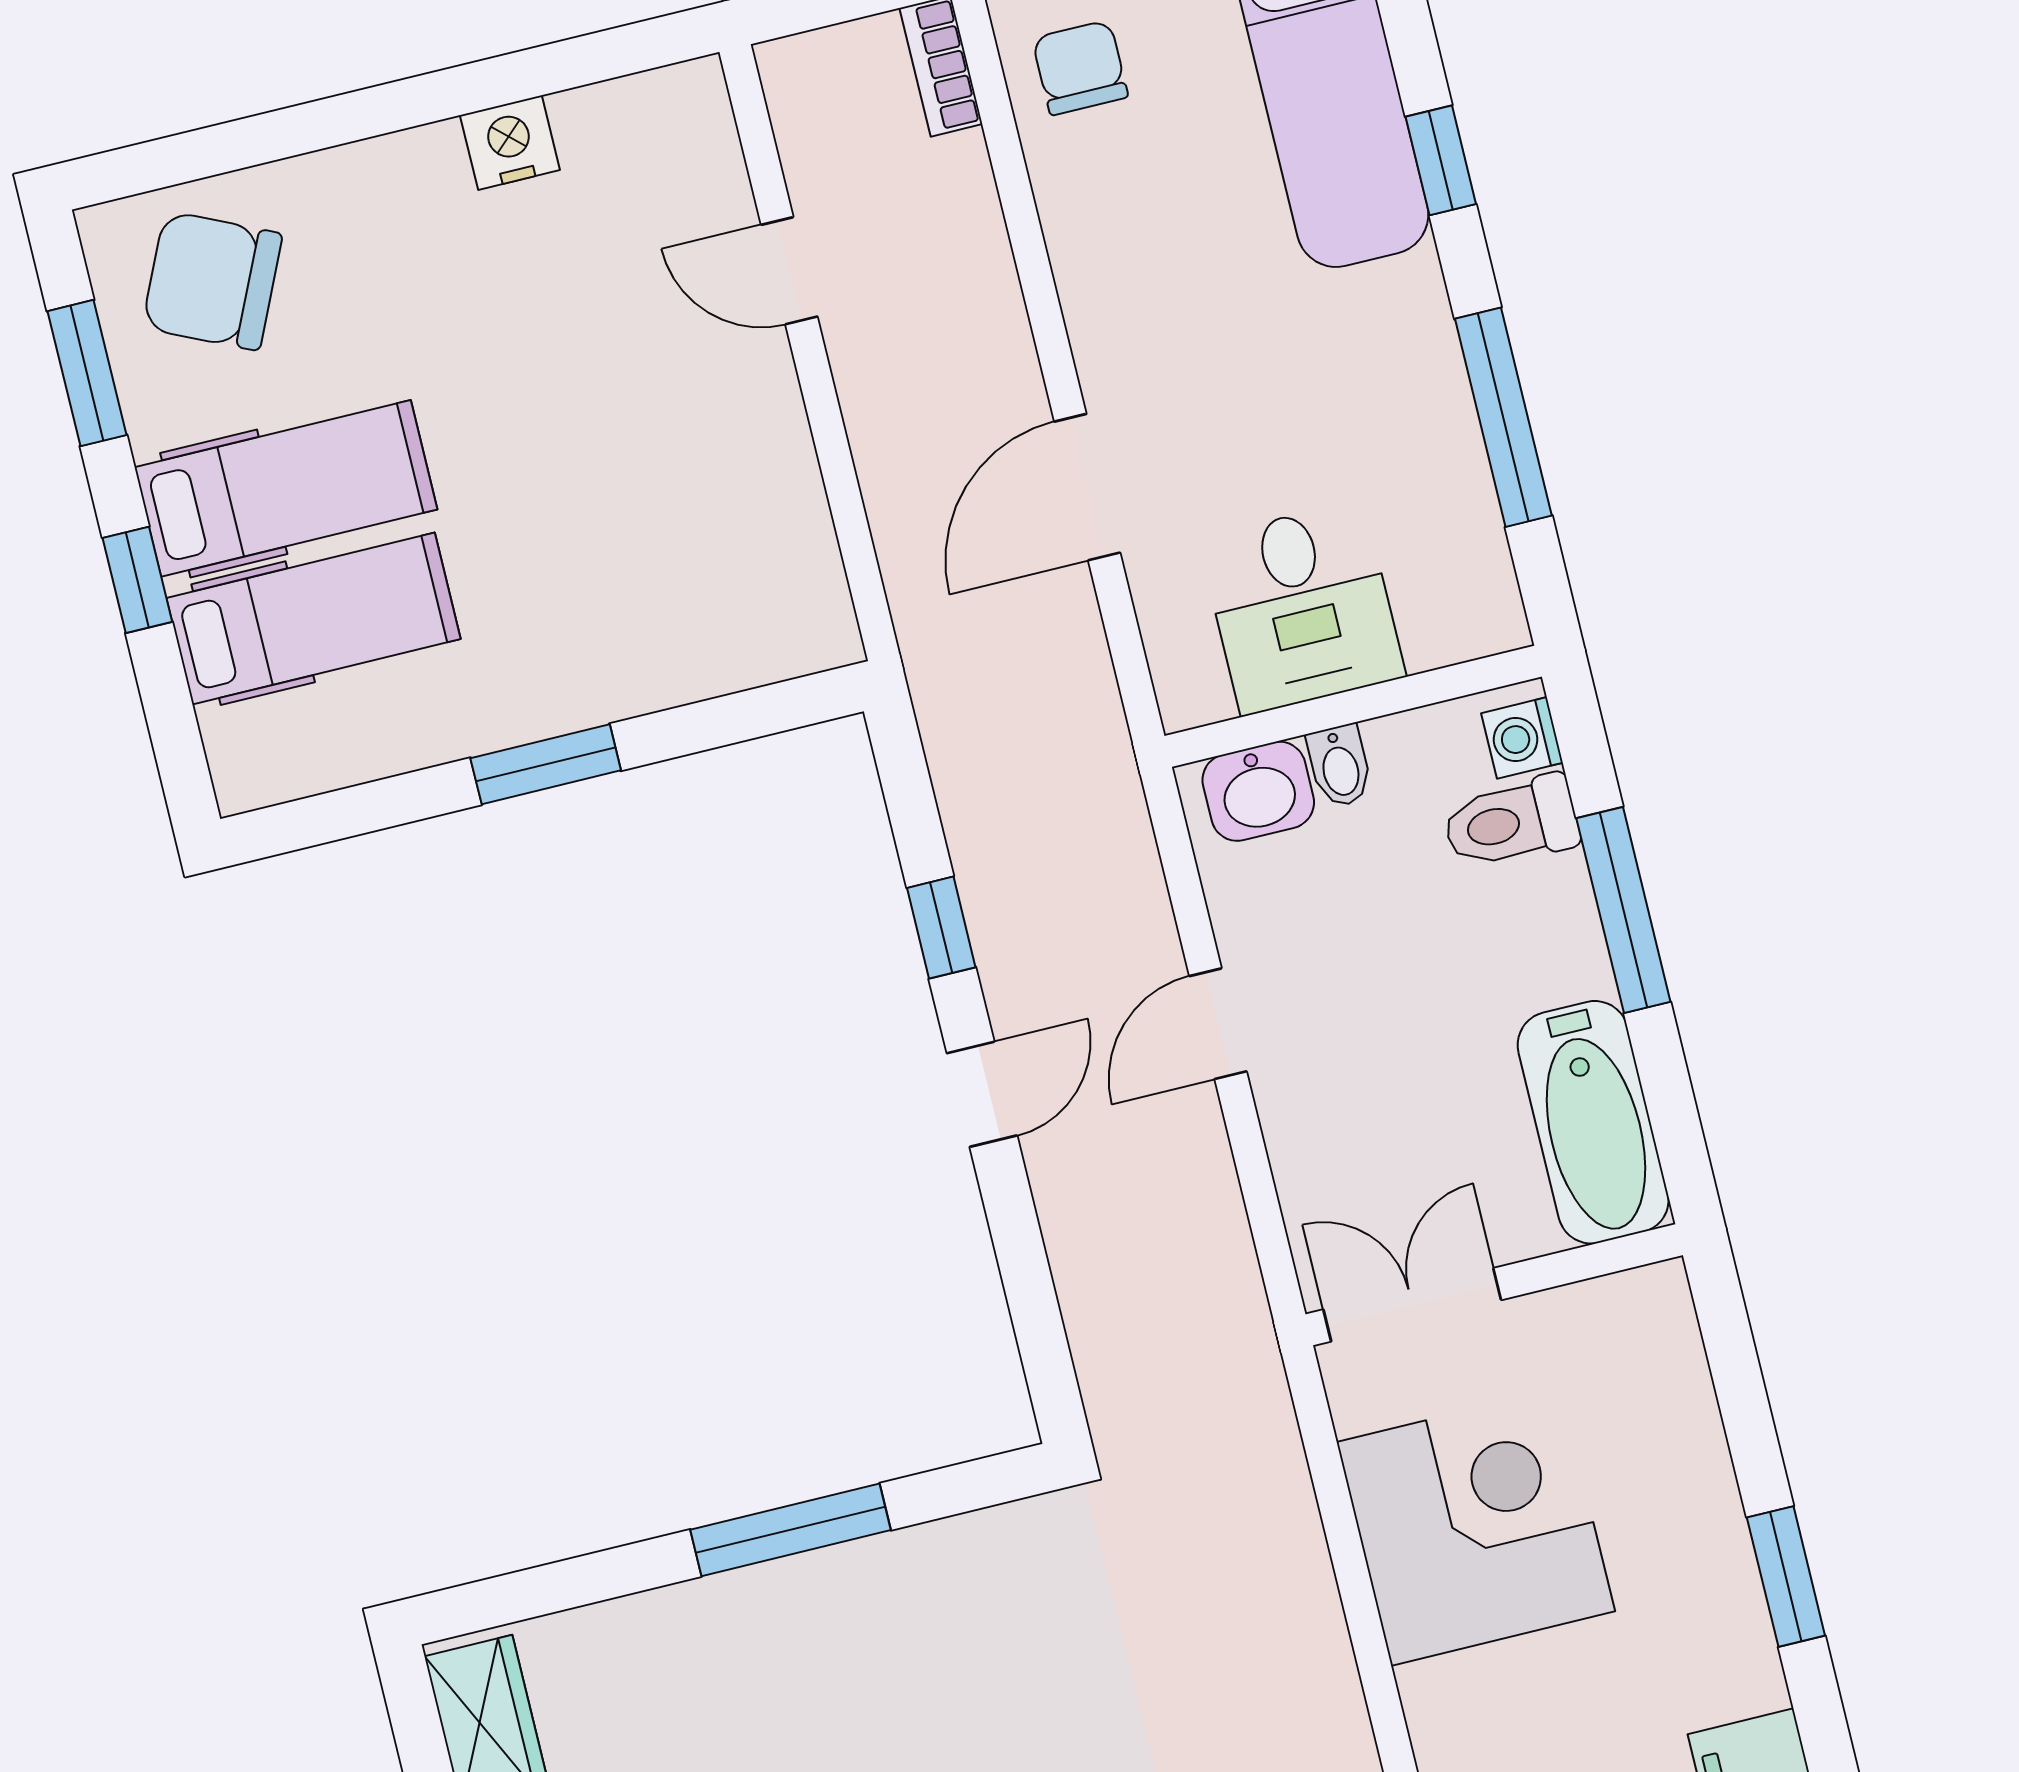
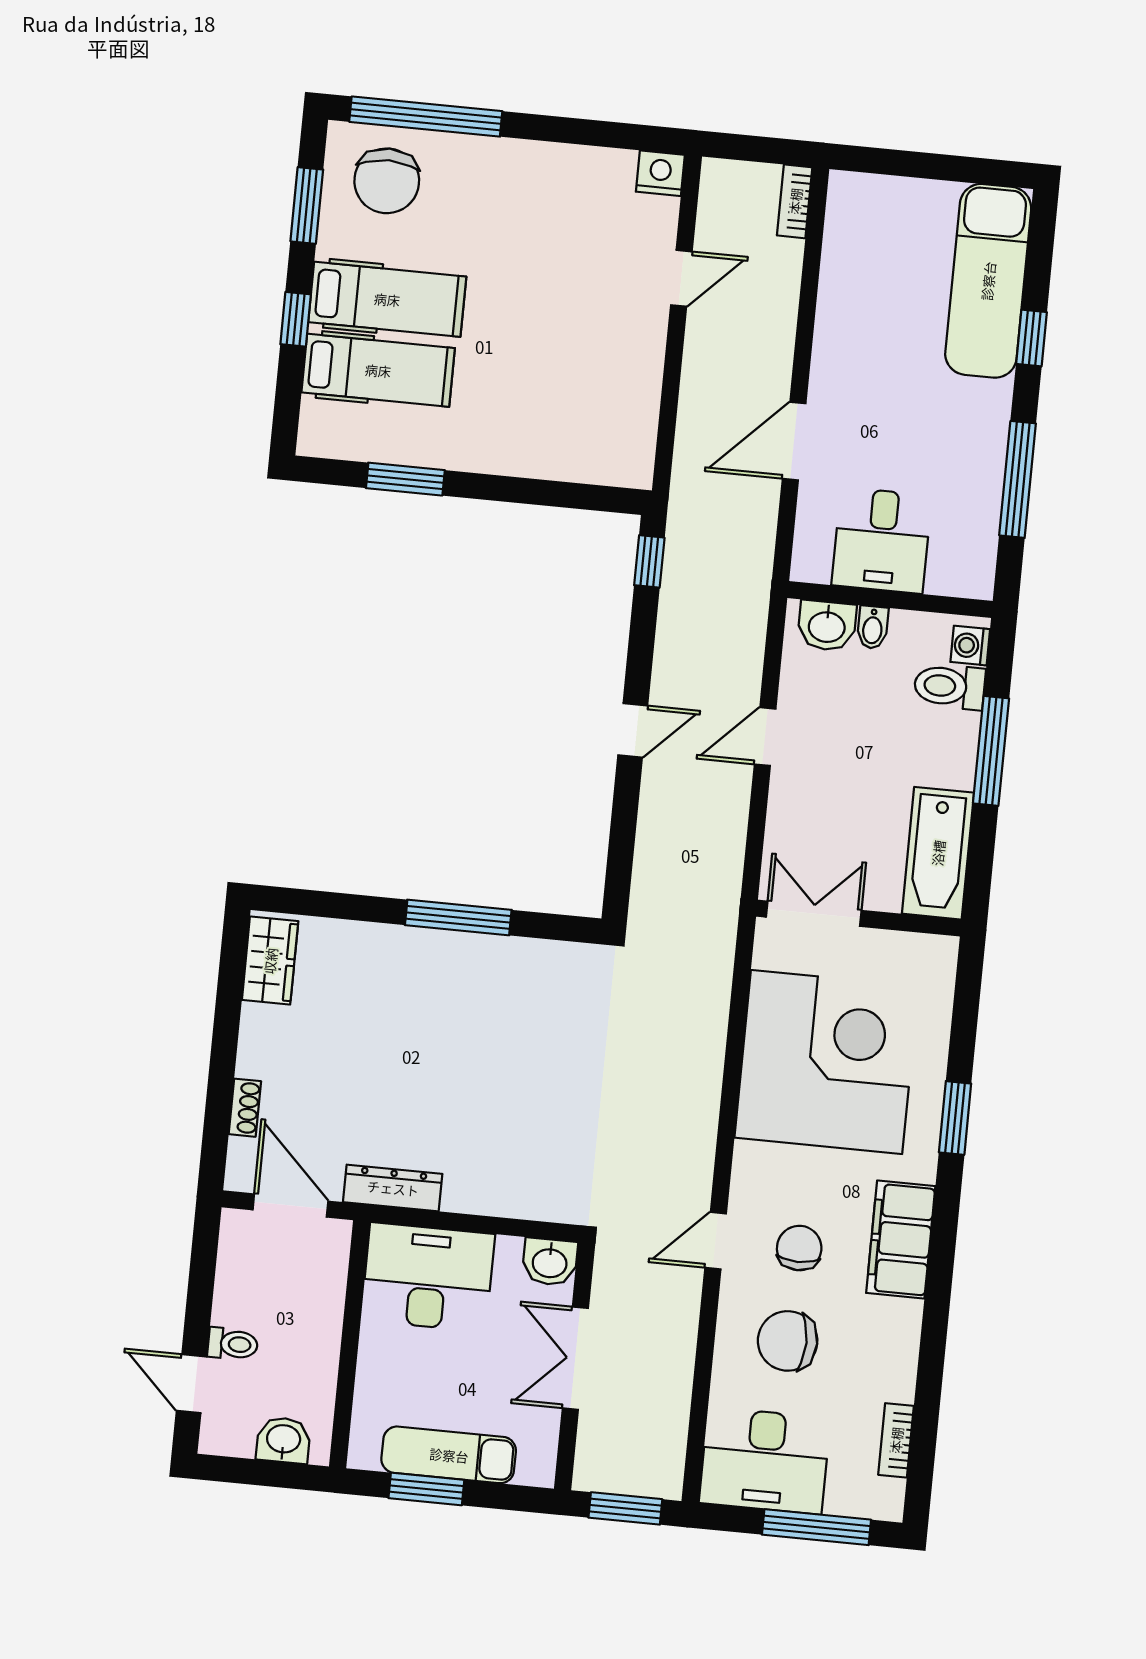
chair: (1080, 68) -> (865, 227), removed
nightstand: (510, 143) -> (660, 173), moved
window: (241, 144) -> (426, 117), added
door: (789, 271) -> (681, 278), swing flipped
chair: (212, 281) -> (387, 181), turned -115
window: (546, 764) -> (405, 479), moved
window: (941, 928) -> (649, 561), moved
corner desk: (1476, 1527) -> (827, 1062), width x1.36, depth x1.36

